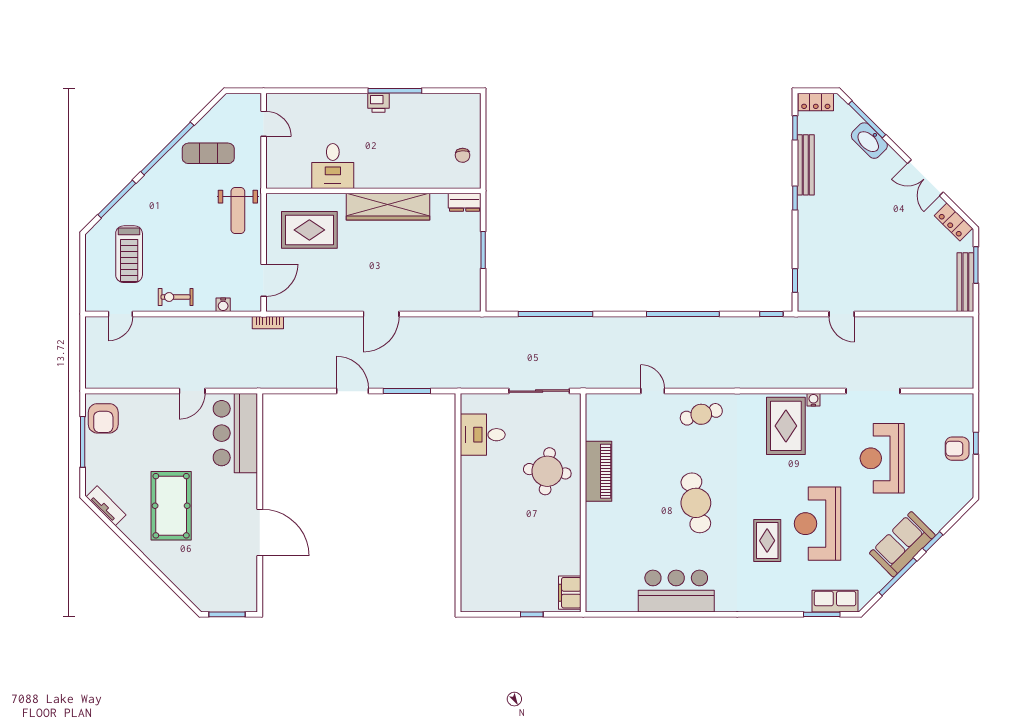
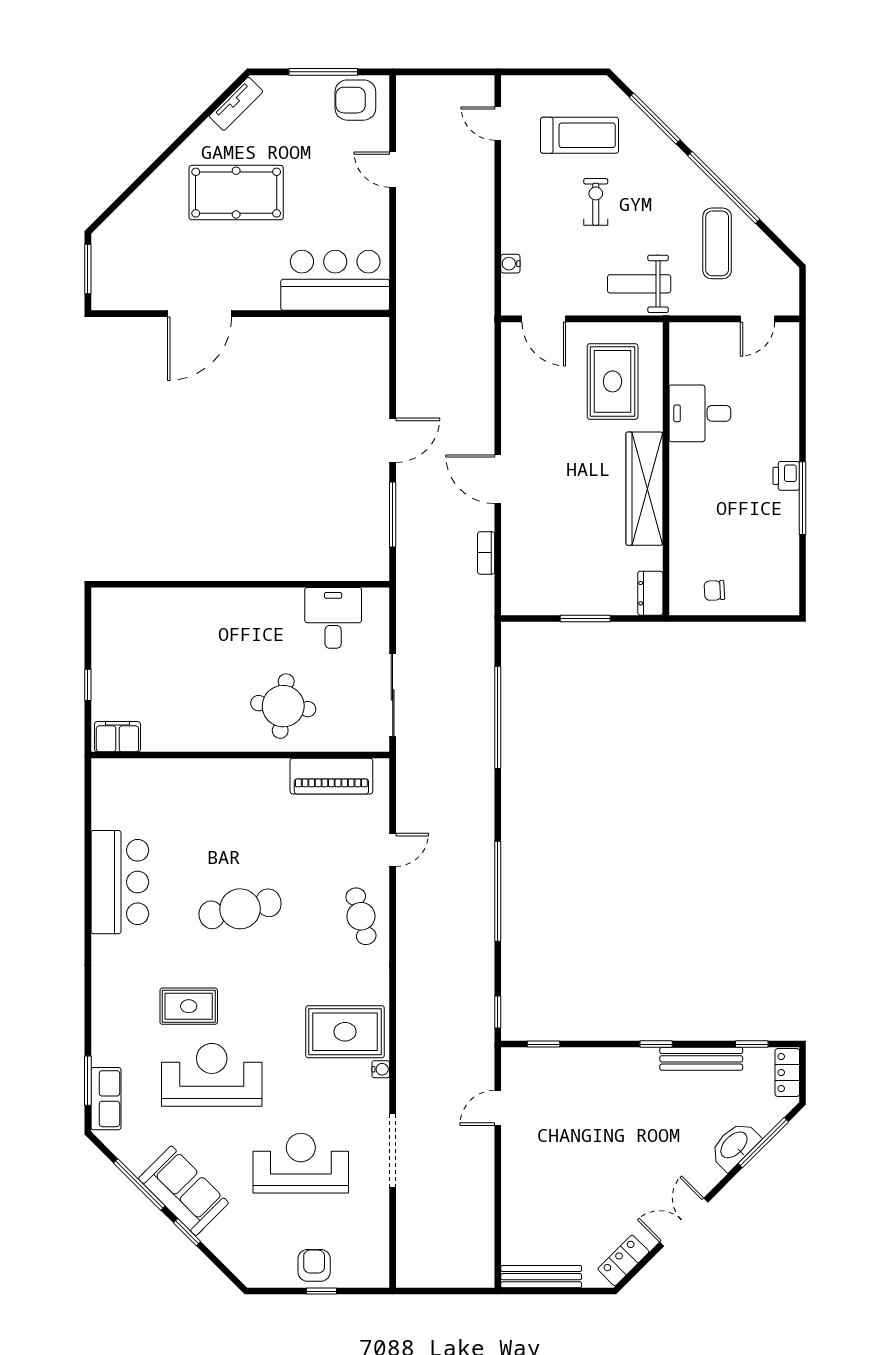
treadmill: (129, 254) -> (579, 135), turned 180
window: (976, 265) -> (565, 1291), removed
exercise bike: (176, 297) -> (596, 202), moved
bookcase: (268, 323) -> (486, 553), moved
door: (192, 391) -> (393, 170), moved
piano: (599, 471) -> (331, 776), moved

